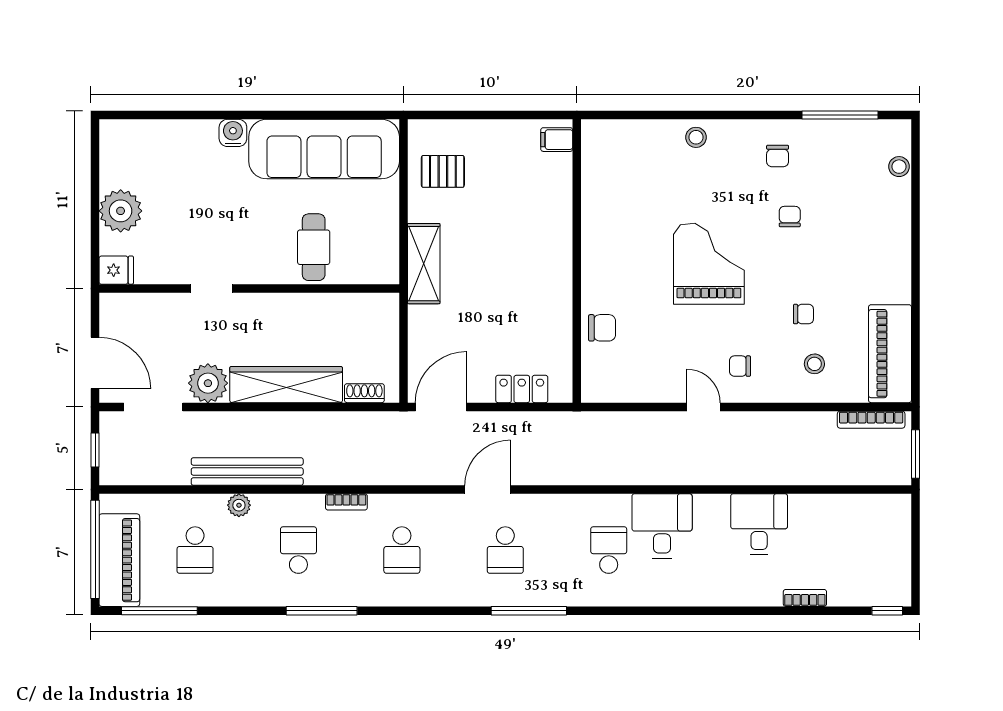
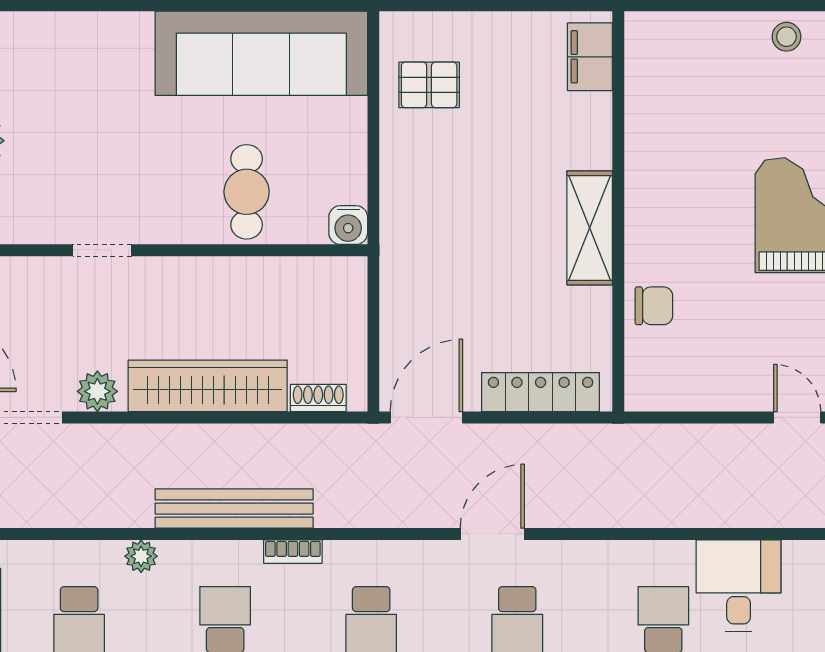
water cooler: (233, 133) -> (348, 225), moved, turned 180
filing cabinet: (557, 140) -> (590, 57), width x2.00
shelving: (424, 264) -> (590, 228), moved
plant: (208, 383) -> (97, 391), width x0.73, depth x0.73
locker: (522, 389) -> (541, 392), width x1.53
bench: (247, 471) -> (234, 509), moved

